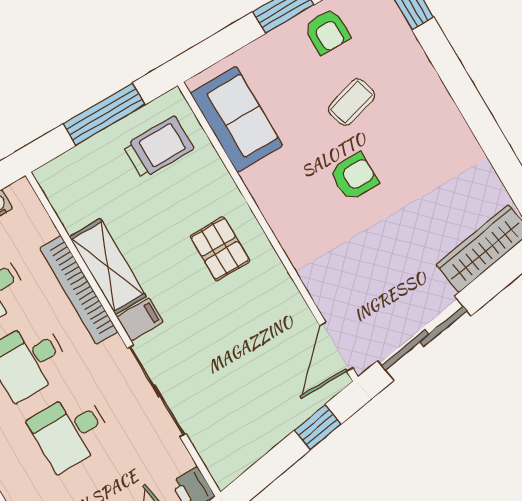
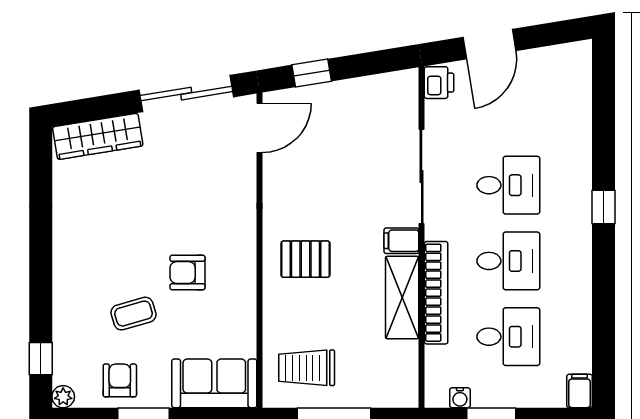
sofa: (236, 119) -> (214, 383), moved, turned 90
armchair: (354, 177) -> (187, 273), moved
pallet: (220, 249) -> (305, 259), turned 90

